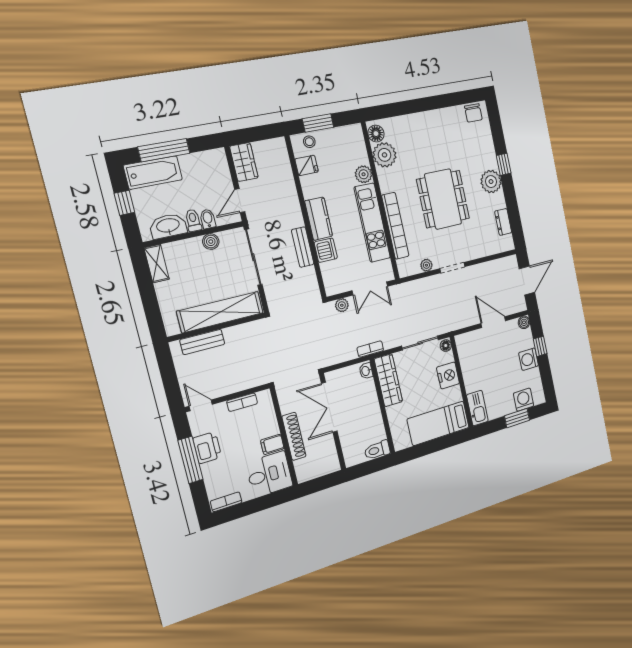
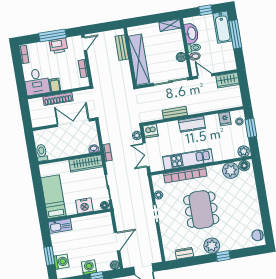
plant: (364, 174) -> (244, 151), moved
dining table: (443, 199) -> (201, 210), turned 90
dishwasher: (326, 250) -> (151, 131), moved

